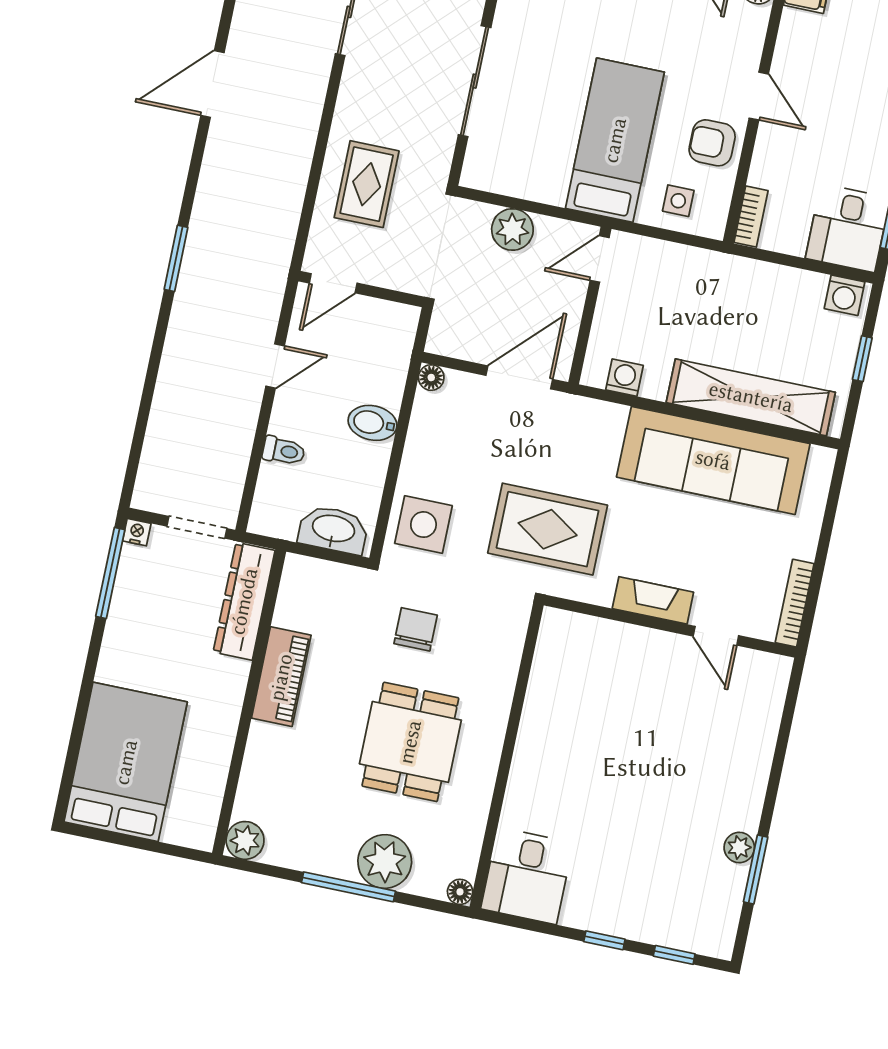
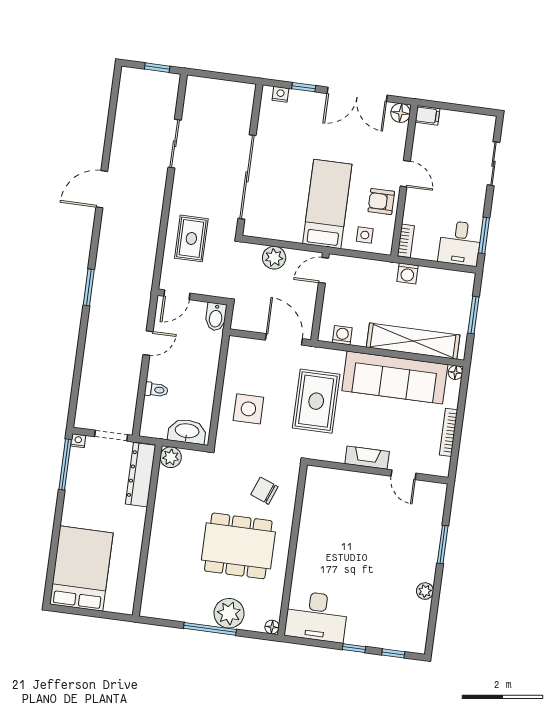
sliding door: (475, 81) -> (247, 177), width x1.36
washing machine: (845, 295) -> (407, 273), moved
window: (862, 359) -> (473, 315), width x1.50
door: (519, 377) -> (284, 339), hinge flipped
floor lamp: (431, 378) -> (455, 372), moved
bidet: (373, 423) -> (216, 317), moved, turned -90
side table: (423, 525) -> (248, 409), moved
rug: (548, 529) -> (316, 401), moved, turned 90
bookcase: (795, 603) -> (449, 432), moved
chair: (416, 629) -> (264, 491), moved, turned -69
piano: (281, 677) -> (164, 515), removed
dining table: (410, 742) -> (238, 546), width x1.38
plant: (245, 840) -> (171, 457), moved
window: (756, 869) -> (443, 545), moved
desk: (527, 876) -> (316, 616), width x1.37

